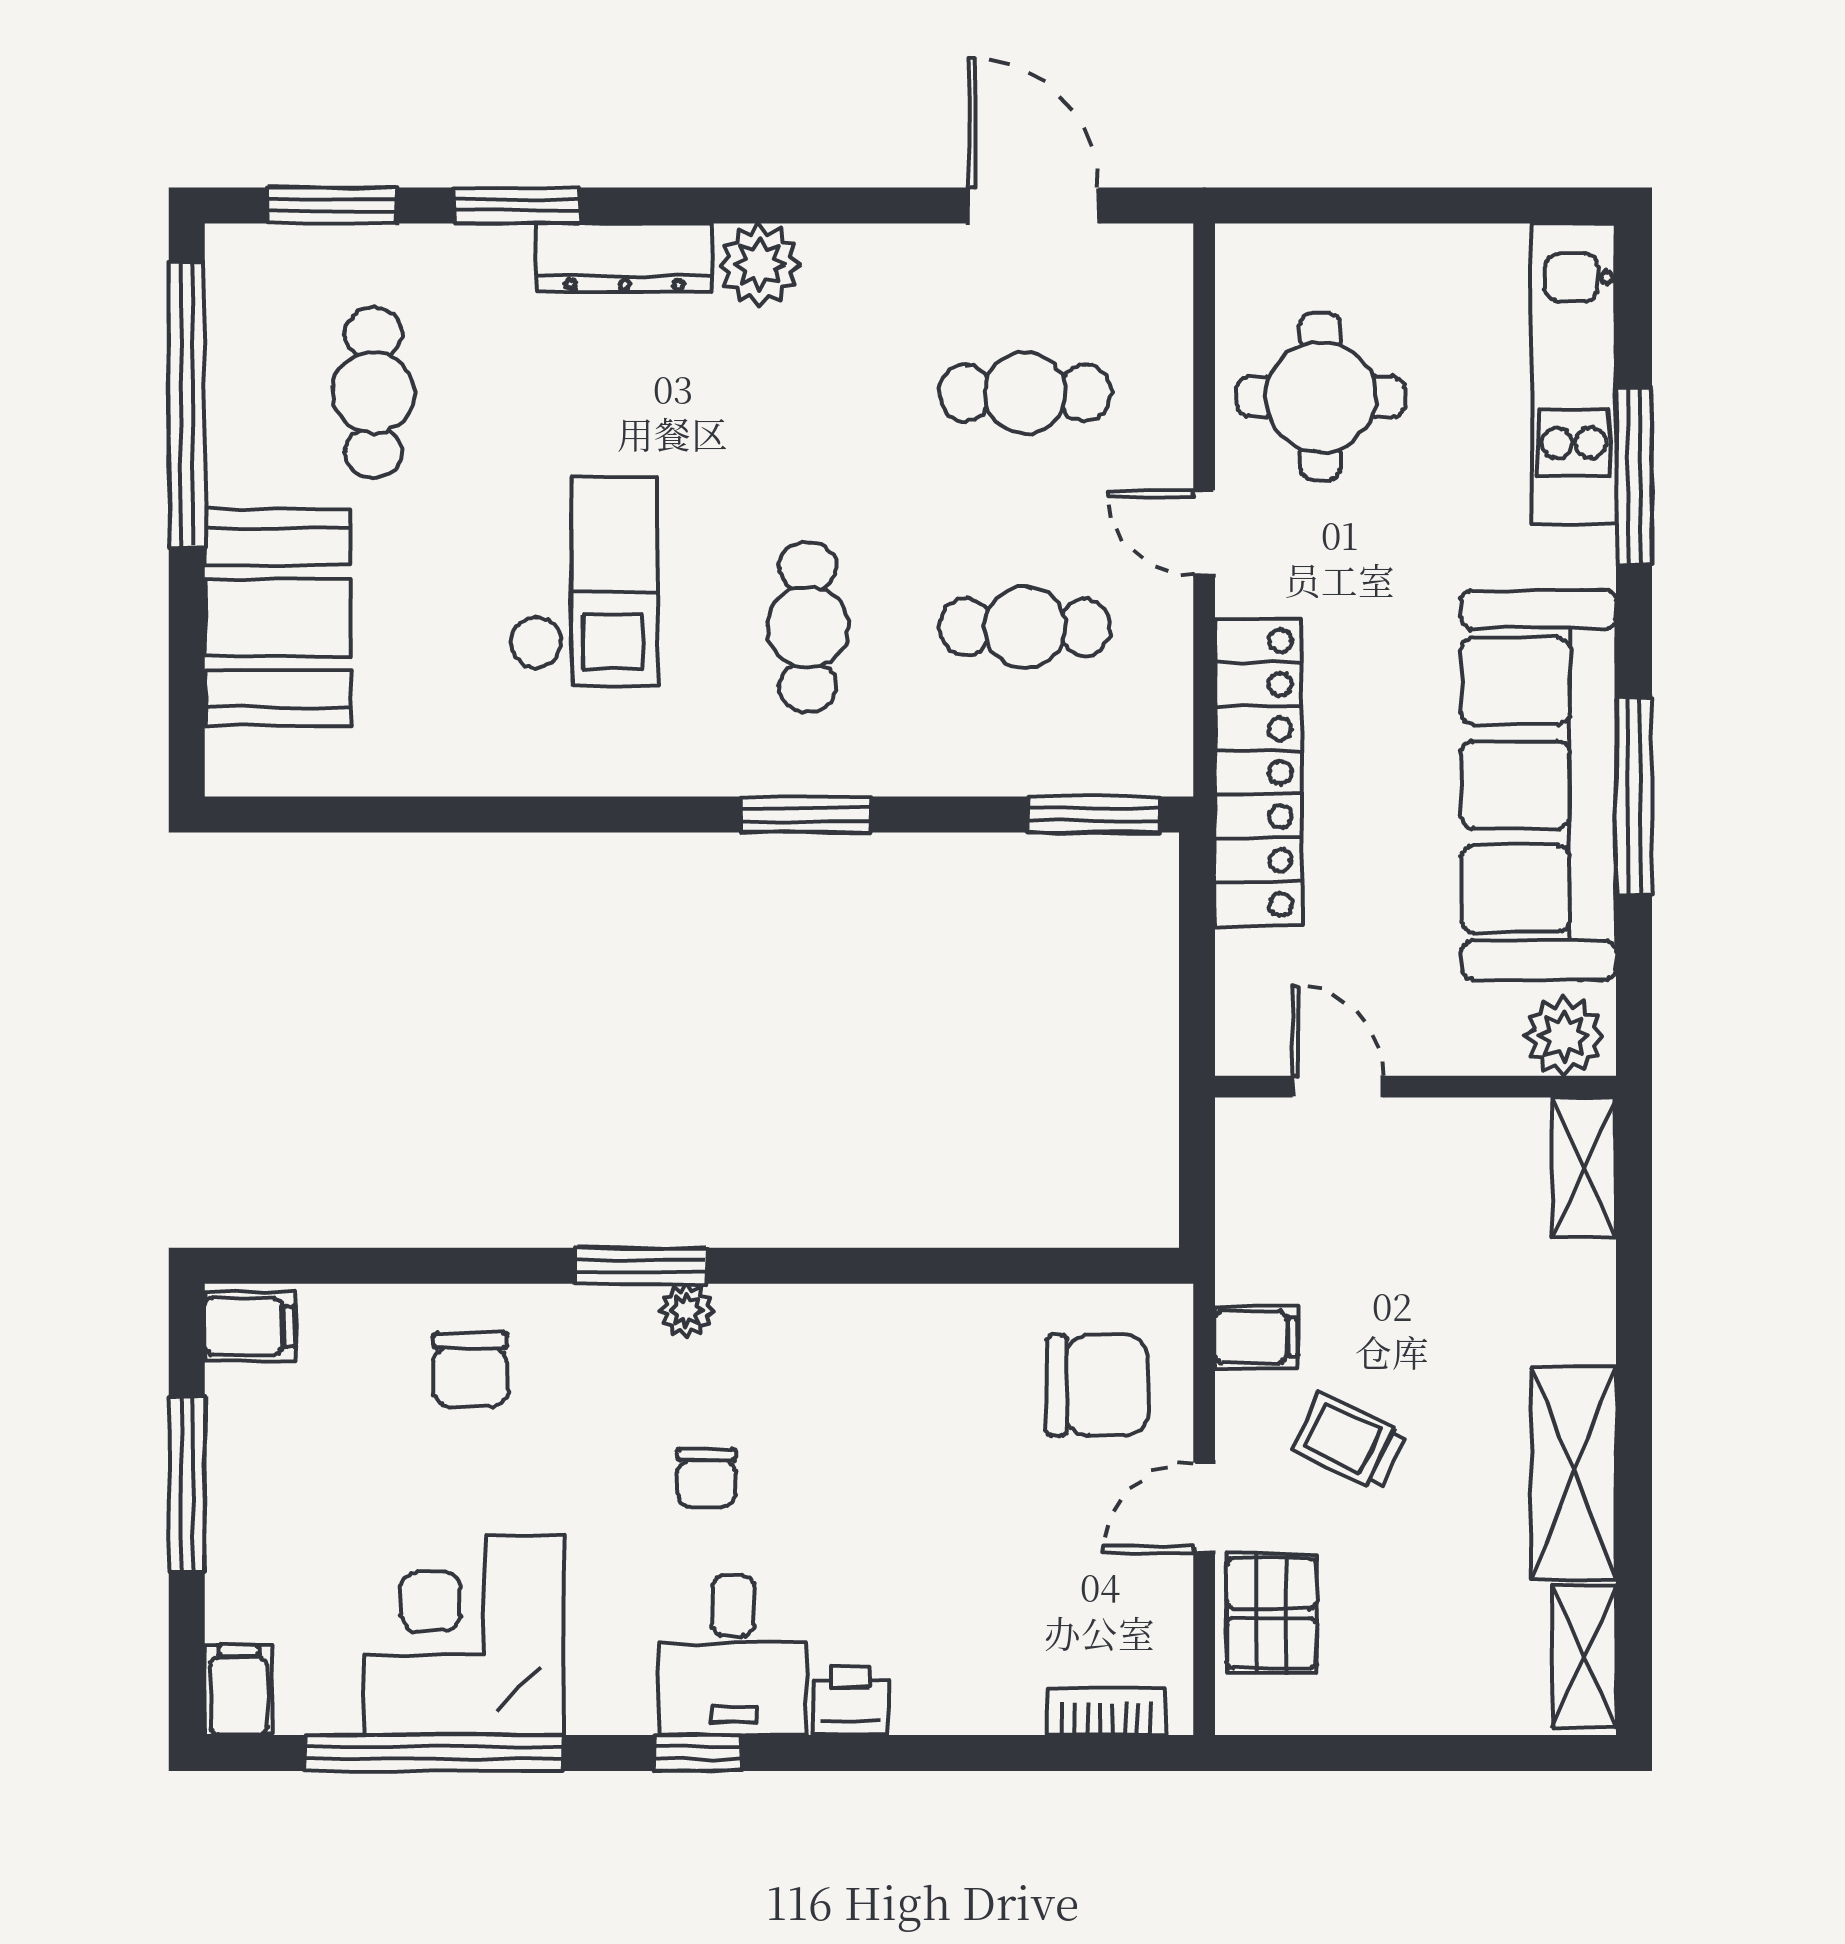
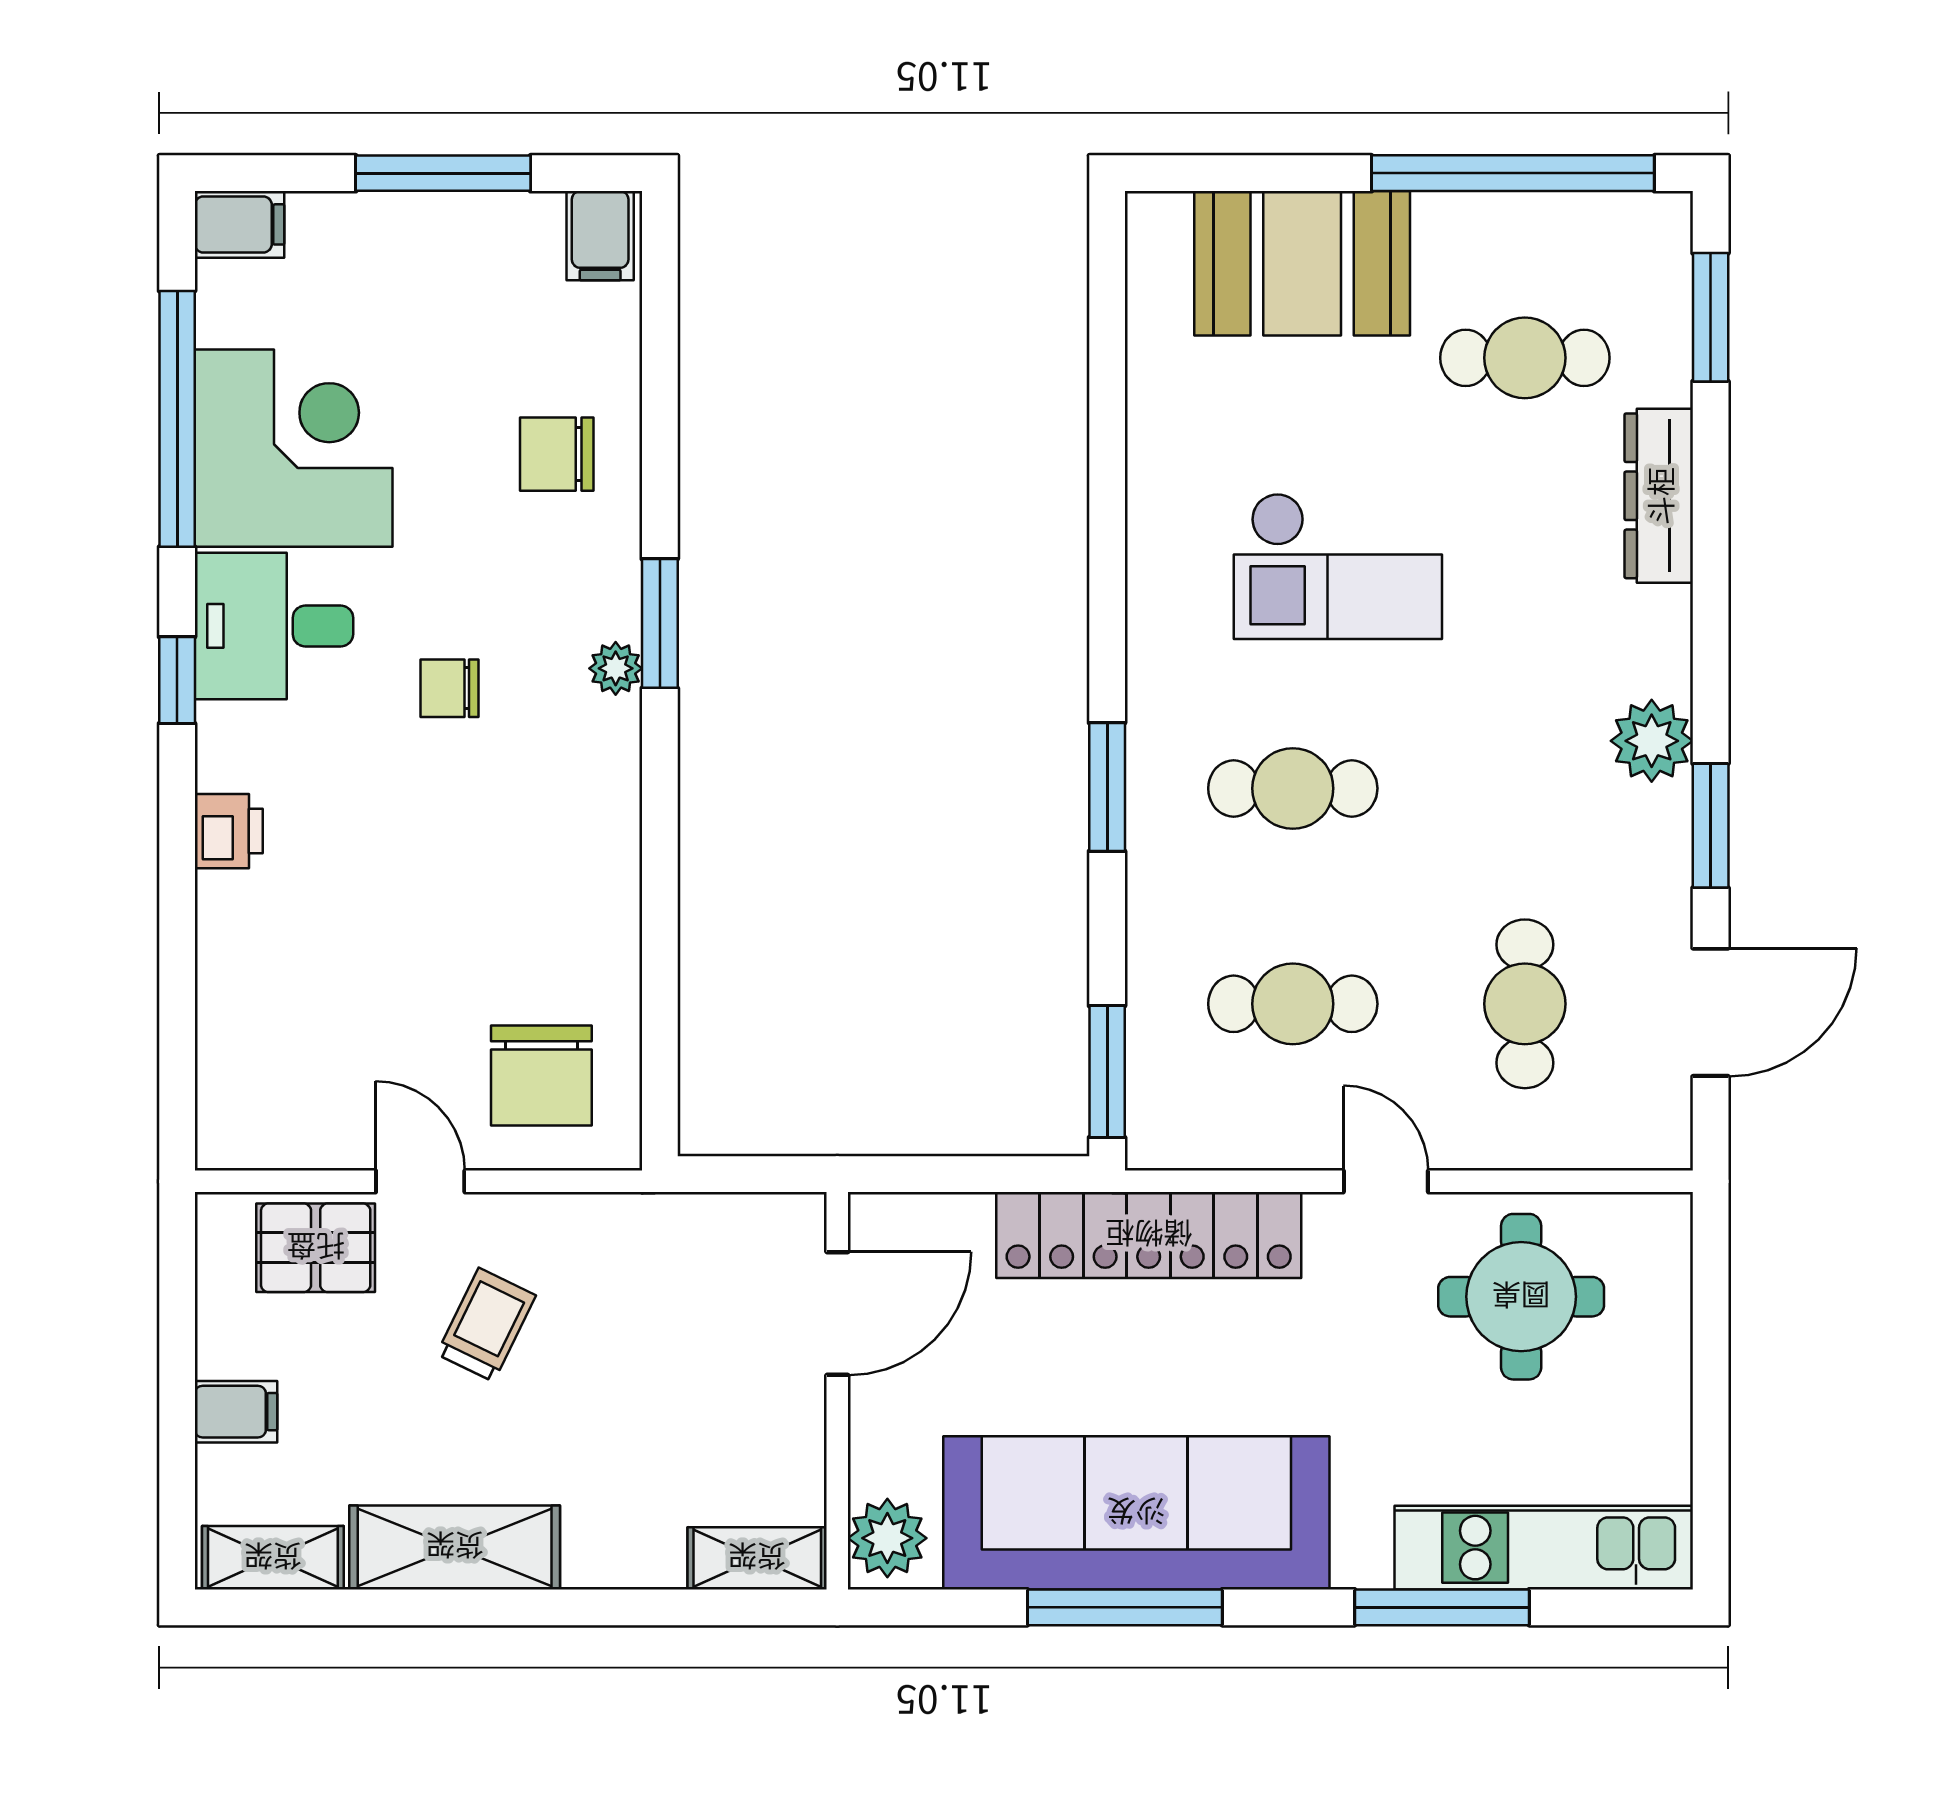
window: (517, 205) -> (1711, 826), moved
dresser: (624, 258) -> (1659, 496), moved
door: (1204, 533) -> (1386, 1181), hinge flipped
cafe table: (1025, 627) -> (1293, 1004), turned 90
door: (1338, 1087) -> (837, 1314), width x1.38
filing cabinet: (1257, 1337) -> (236, 1412), moved, turned -90
desk: (733, 1655) -> (274, 626), moved
bookcase: (1106, 1711) -> (218, 1084), removed

